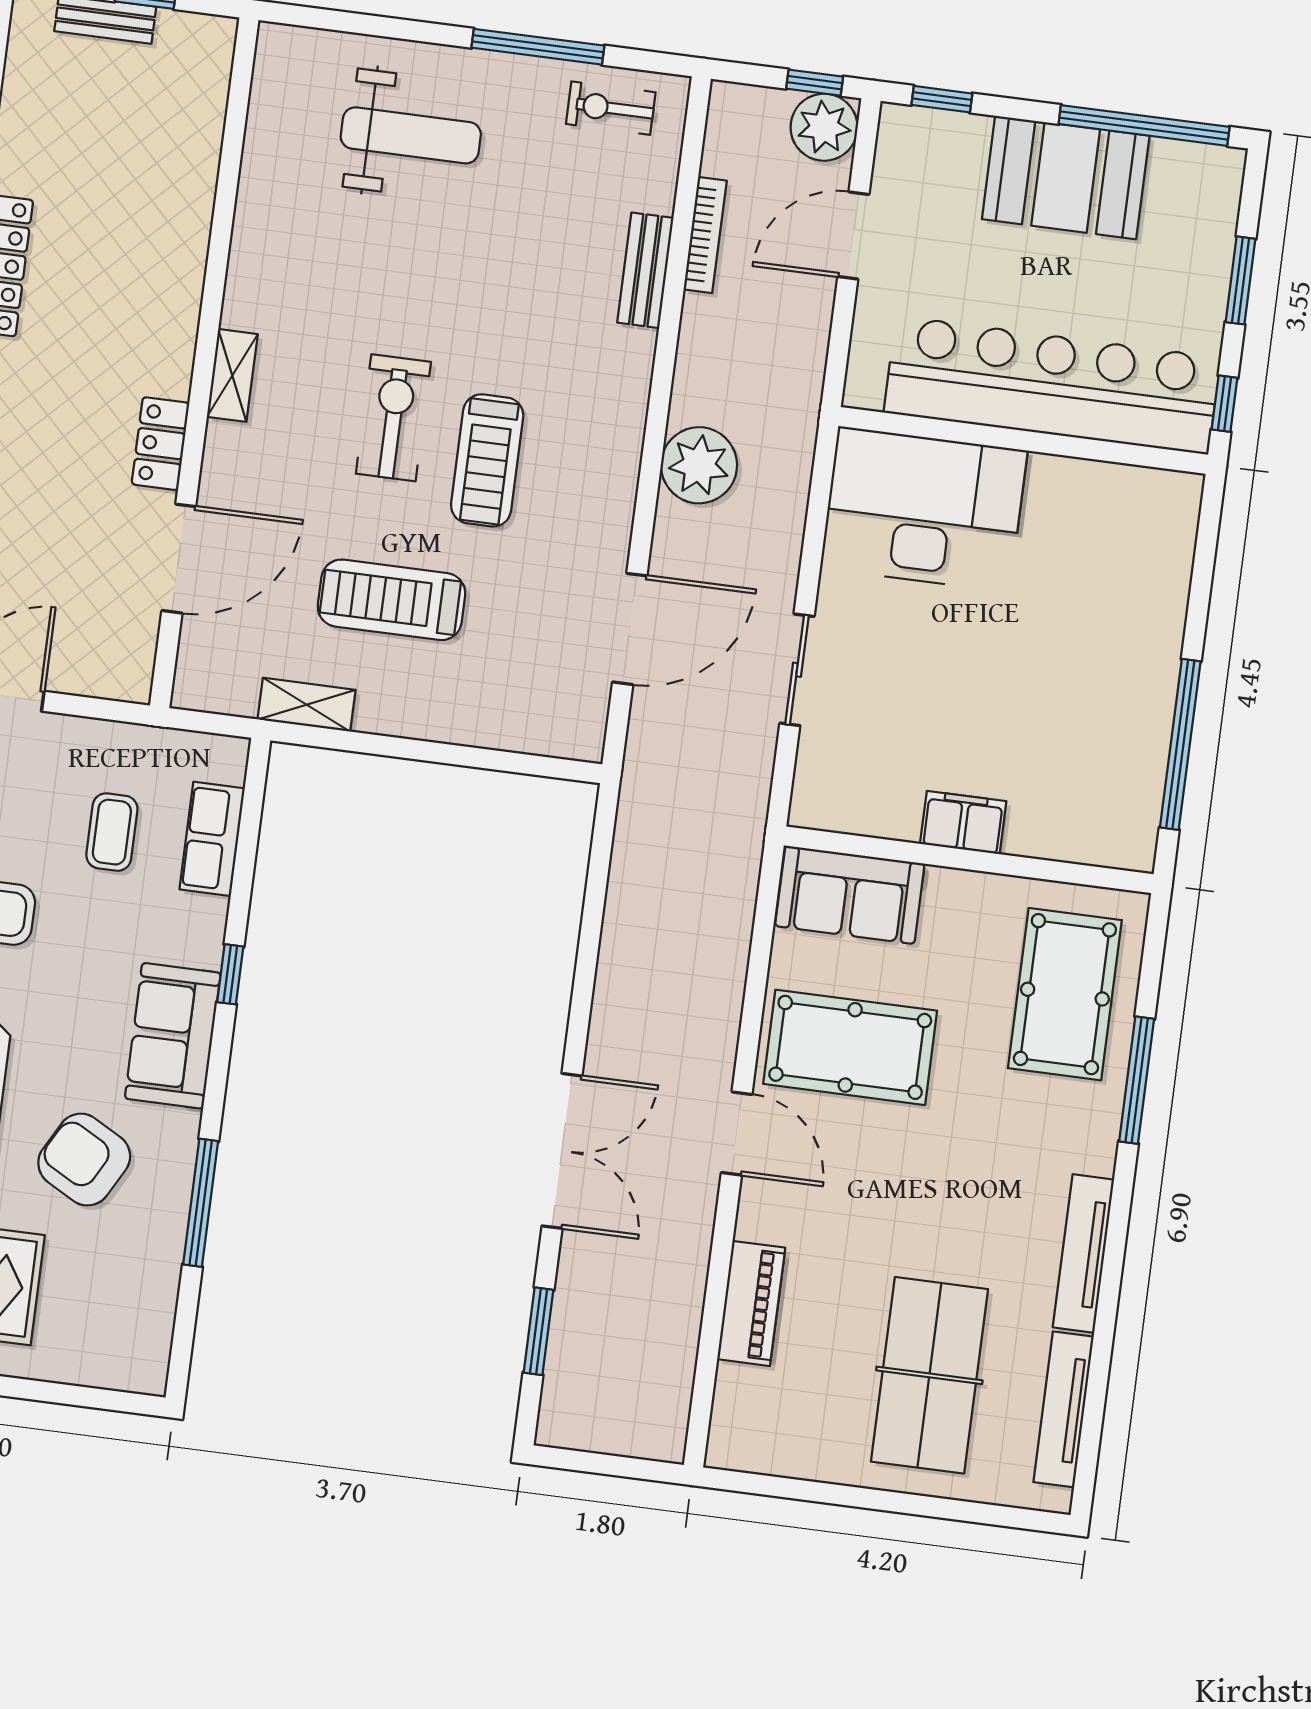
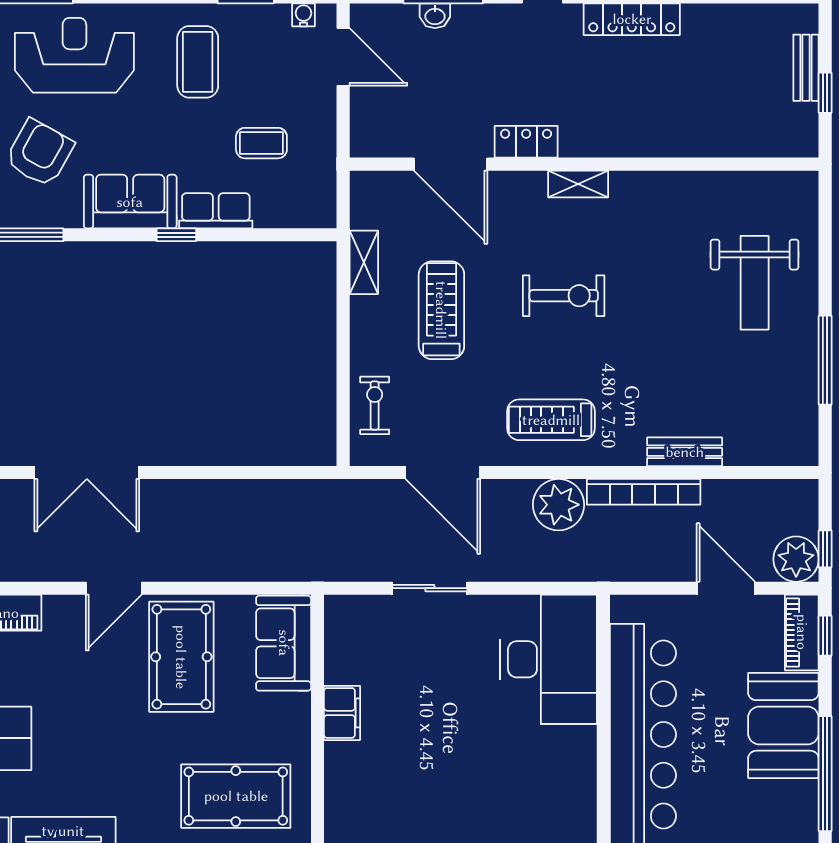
exercise bike: (611, 108) -> (375, 405), moved
piano: (933, 133) -> (802, 632), added
bookcase: (705, 235) -> (644, 492), moved, width x1.48, depth x1.31
treadmill: (487, 460) -> (551, 420), moved
row of seats: (212, 839) -> (216, 211), moved

